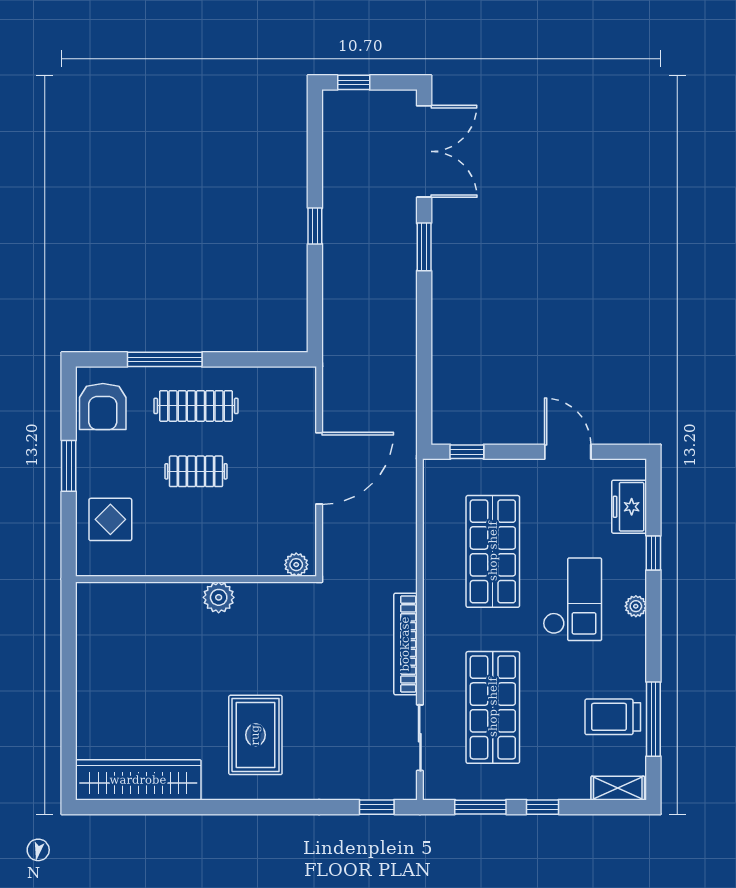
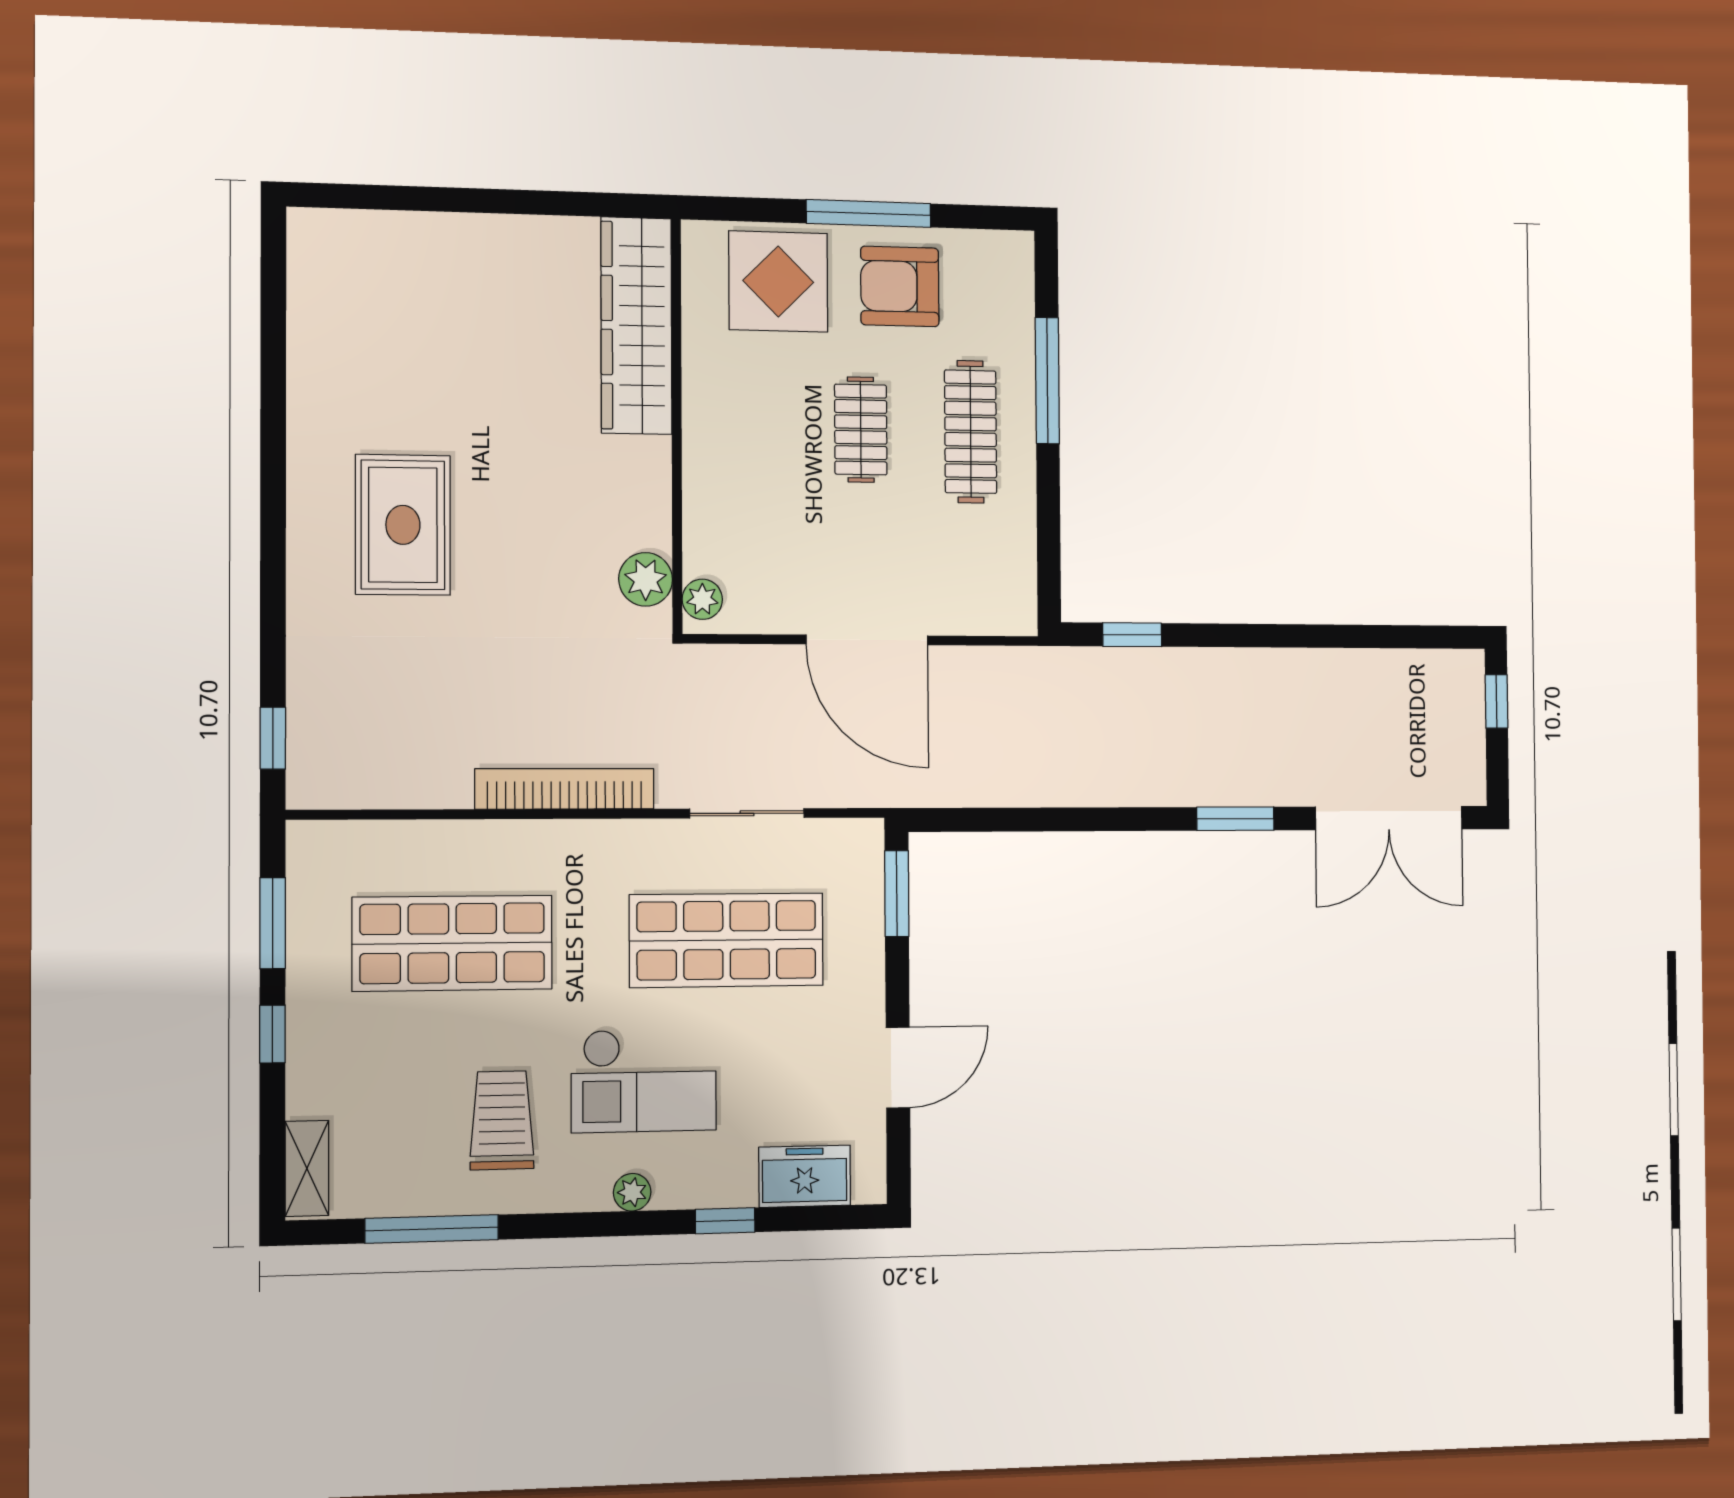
window: (315, 226) -> (1132, 635), moved
armchair: (103, 407) -> (900, 286), moved
window: (467, 452) -> (897, 894), width x1.50
window: (69, 466) -> (869, 213), width x1.44
display table: (110, 519) -> (778, 281), width x1.36, depth x1.36
plant: (219, 597) -> (646, 579), moved
trolley: (613, 717) -> (502, 1120), moved
rug: (255, 735) -> (403, 525), turned 90
sliding door: (420, 738) -> (747, 813), moved
wardrobe: (138, 780) -> (636, 326), moved, turned 180

